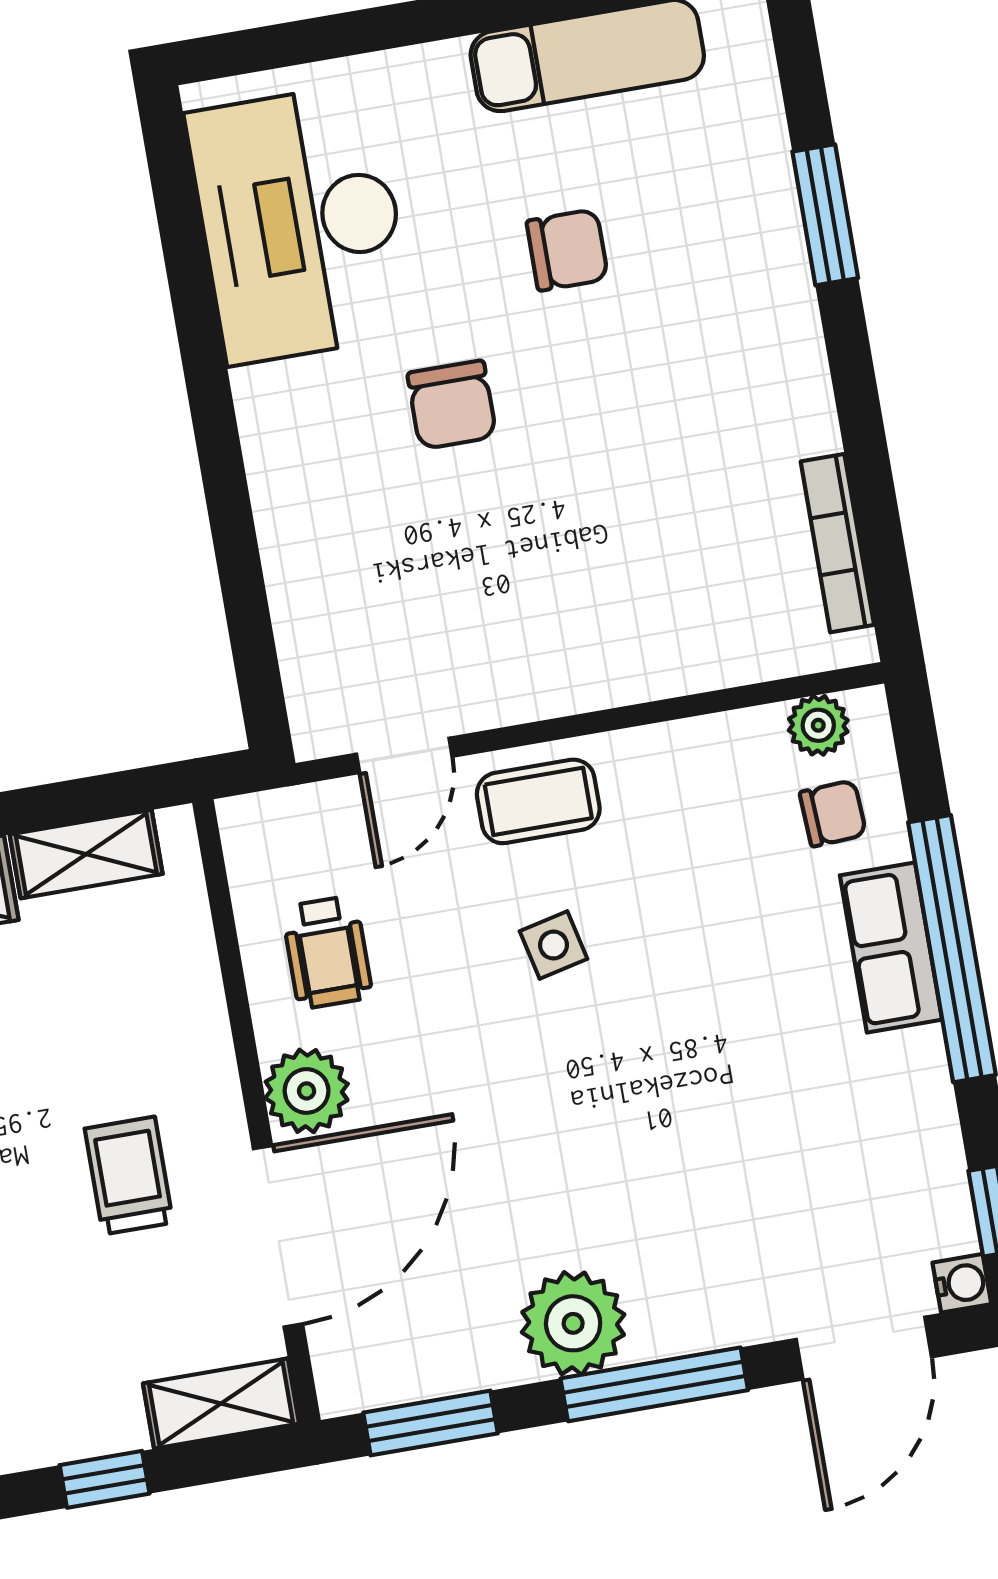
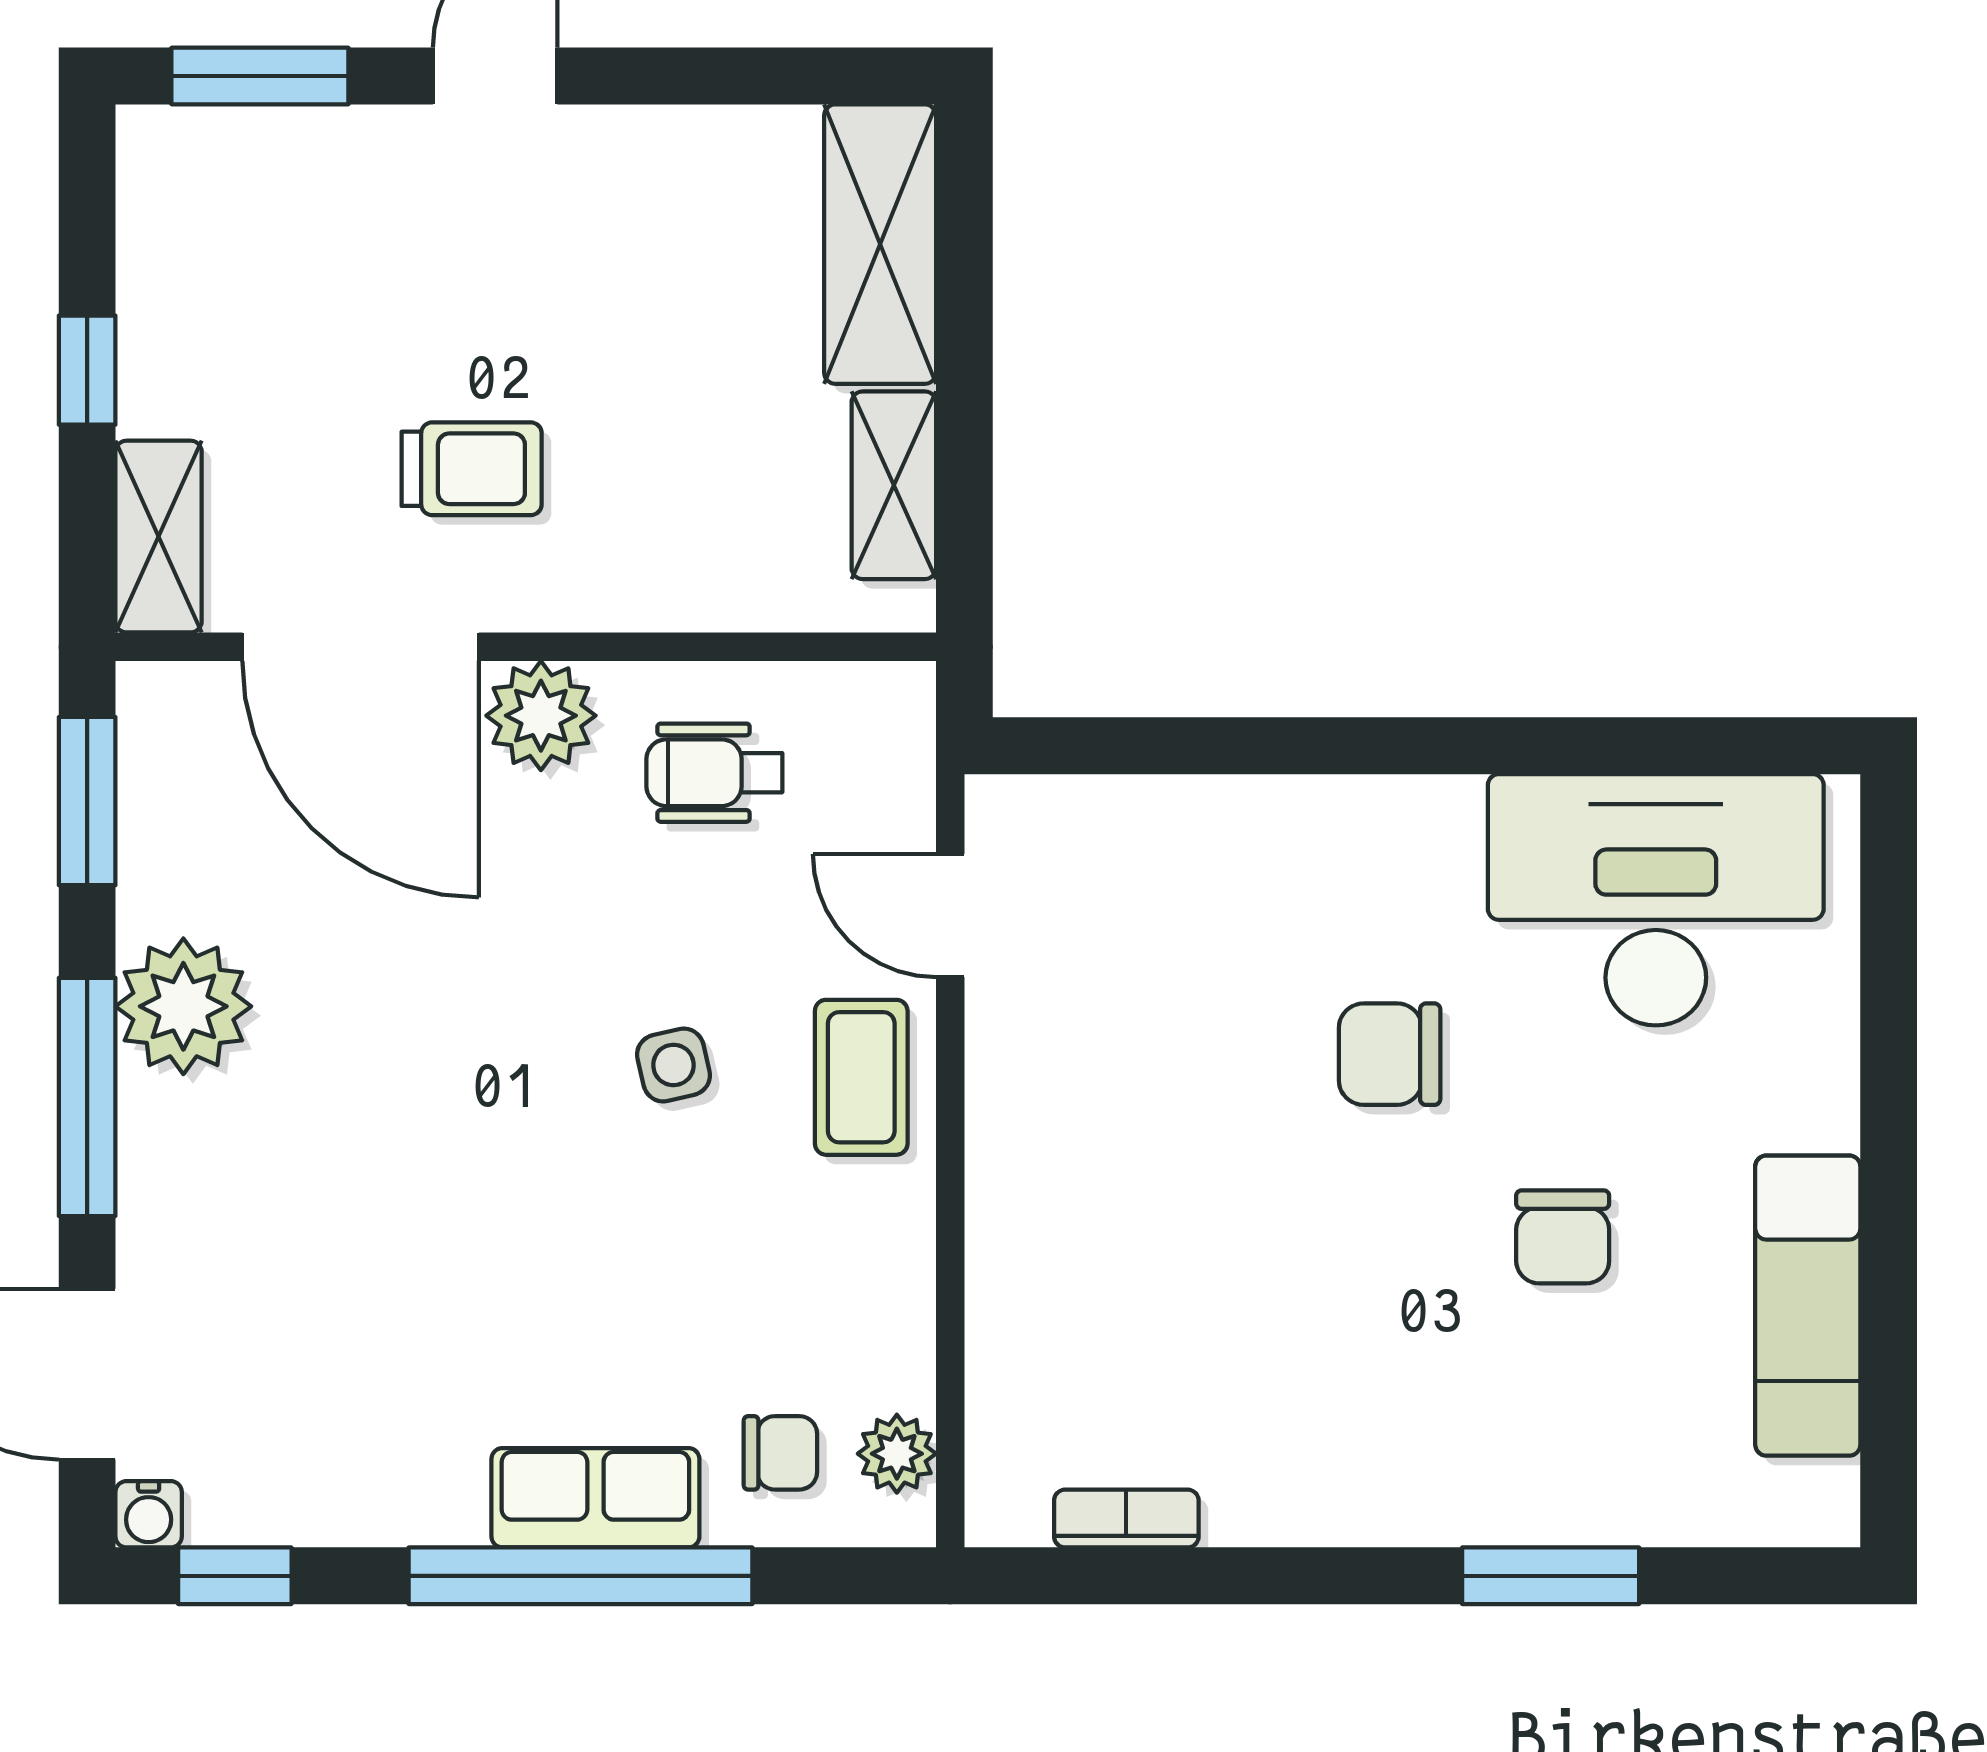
bookcase: (837, 543) -> (1126, 1519), width x0.64
chair: (833, 813) -> (780, 1453), turned -87

